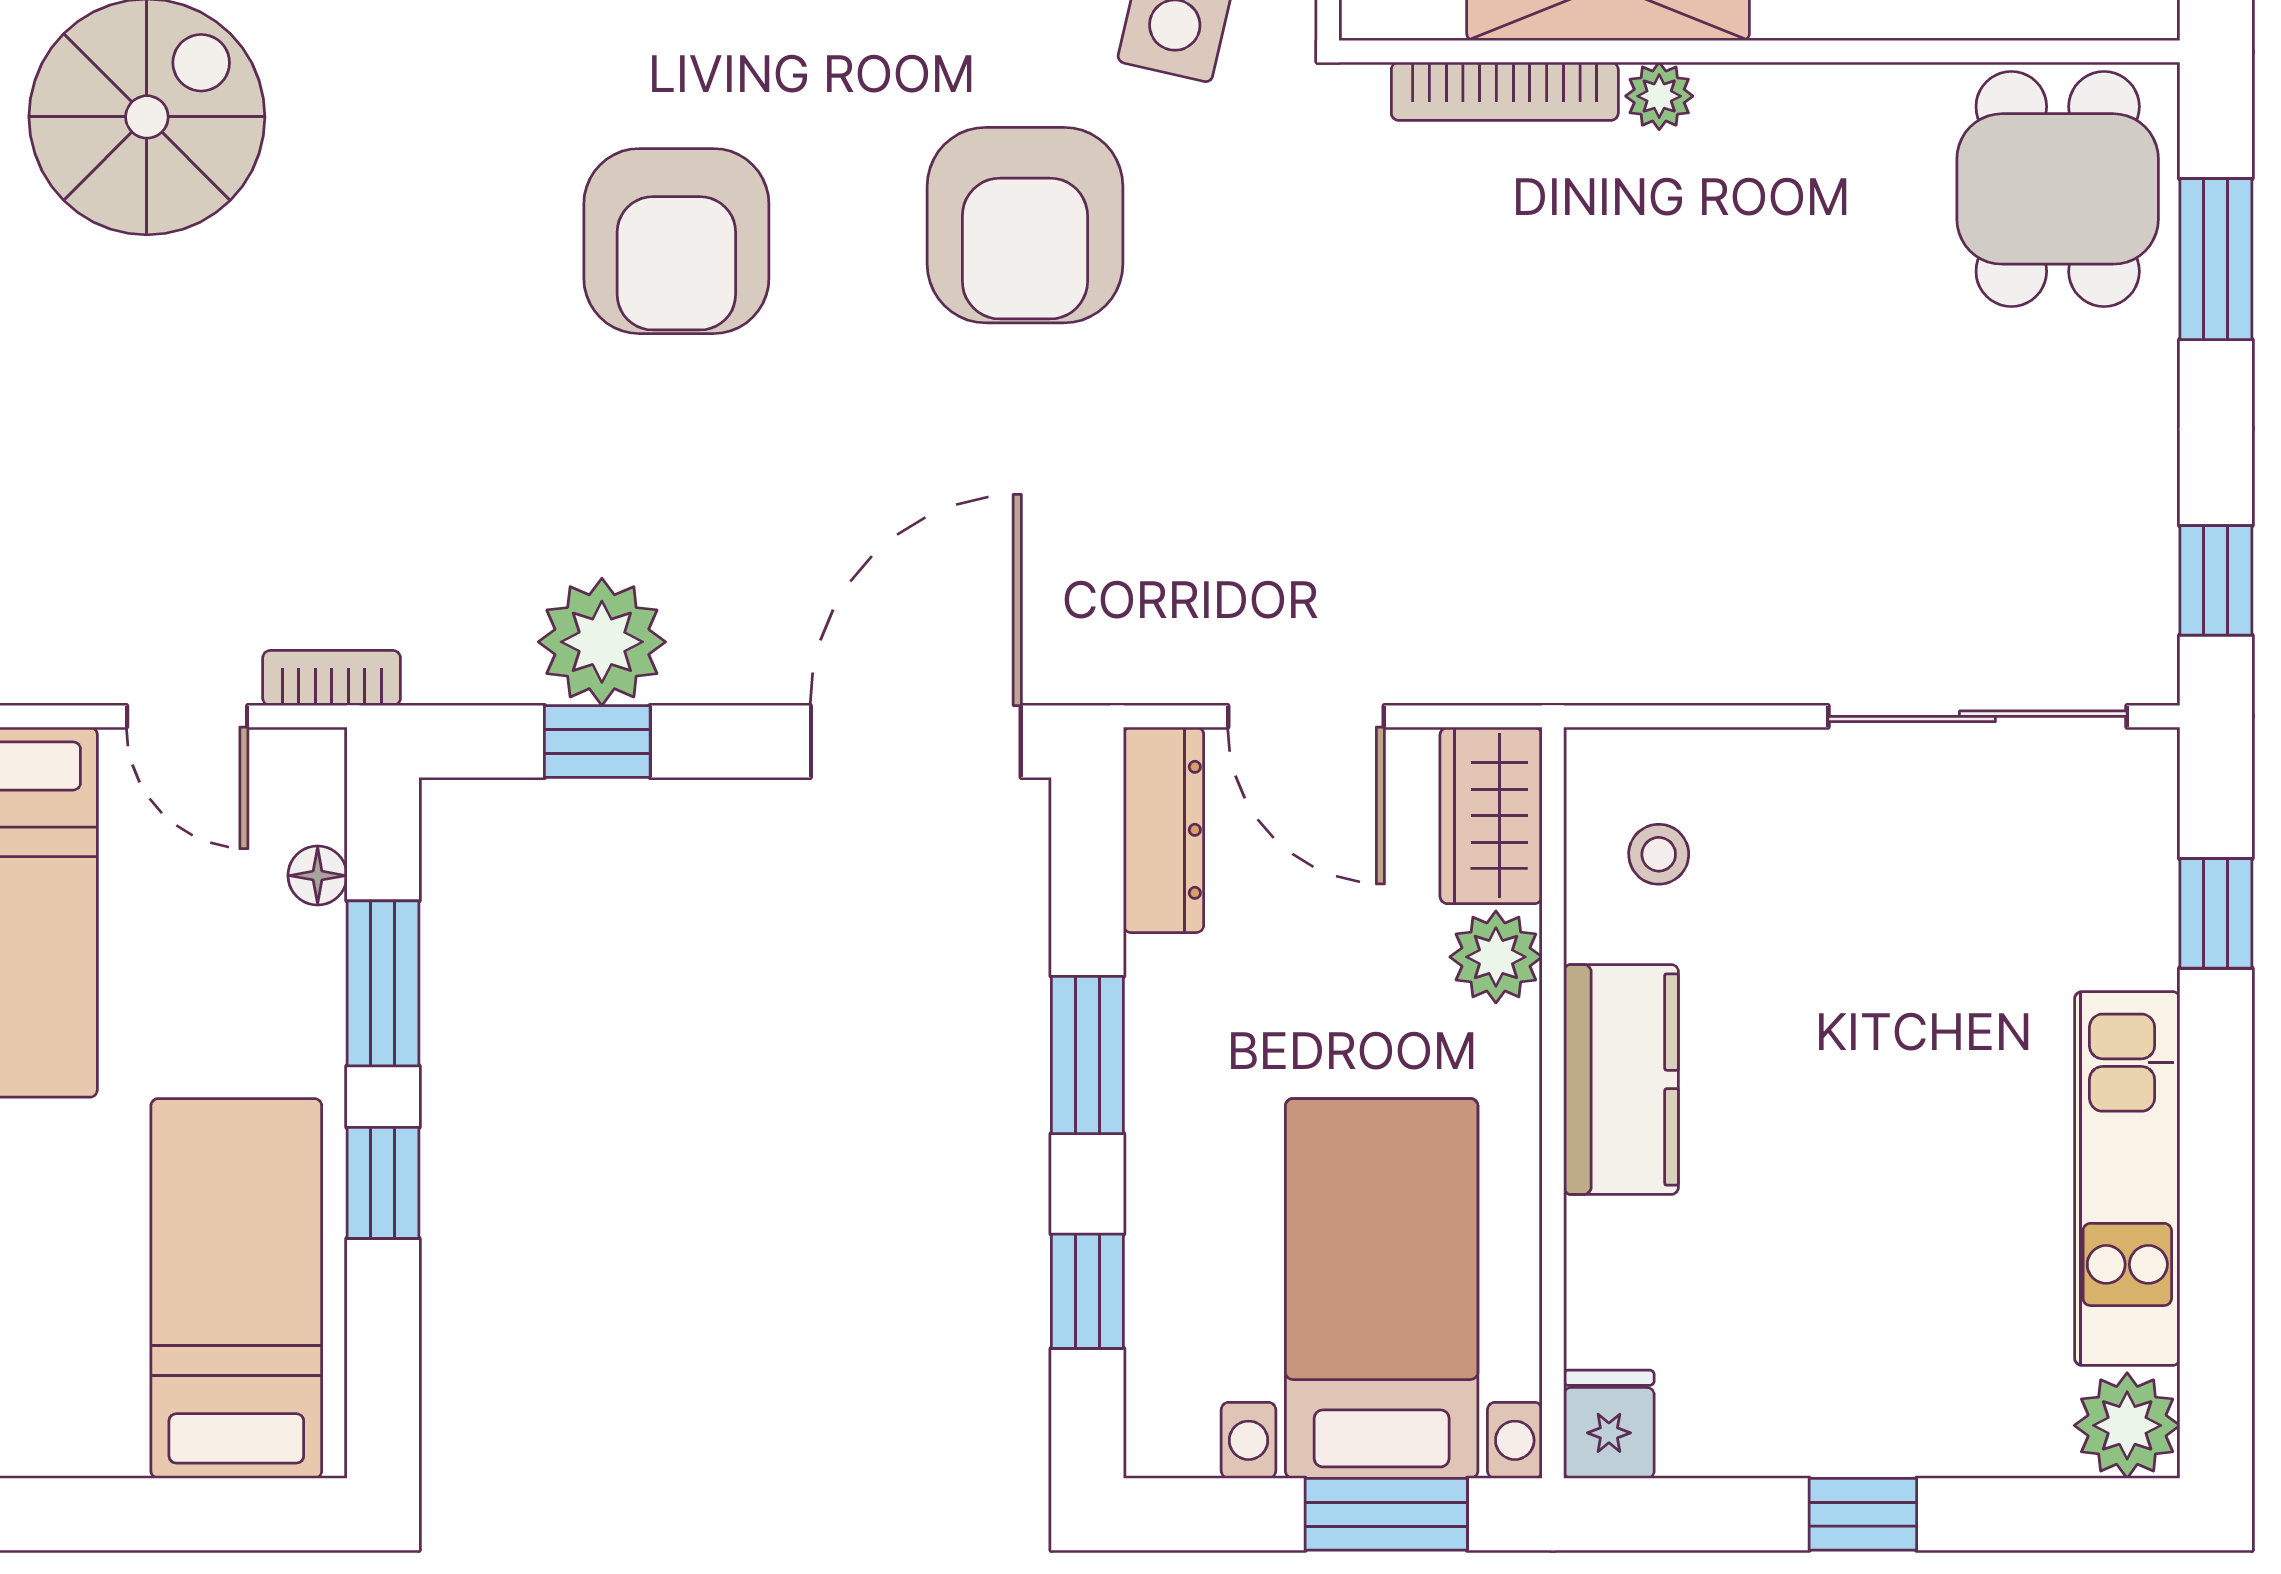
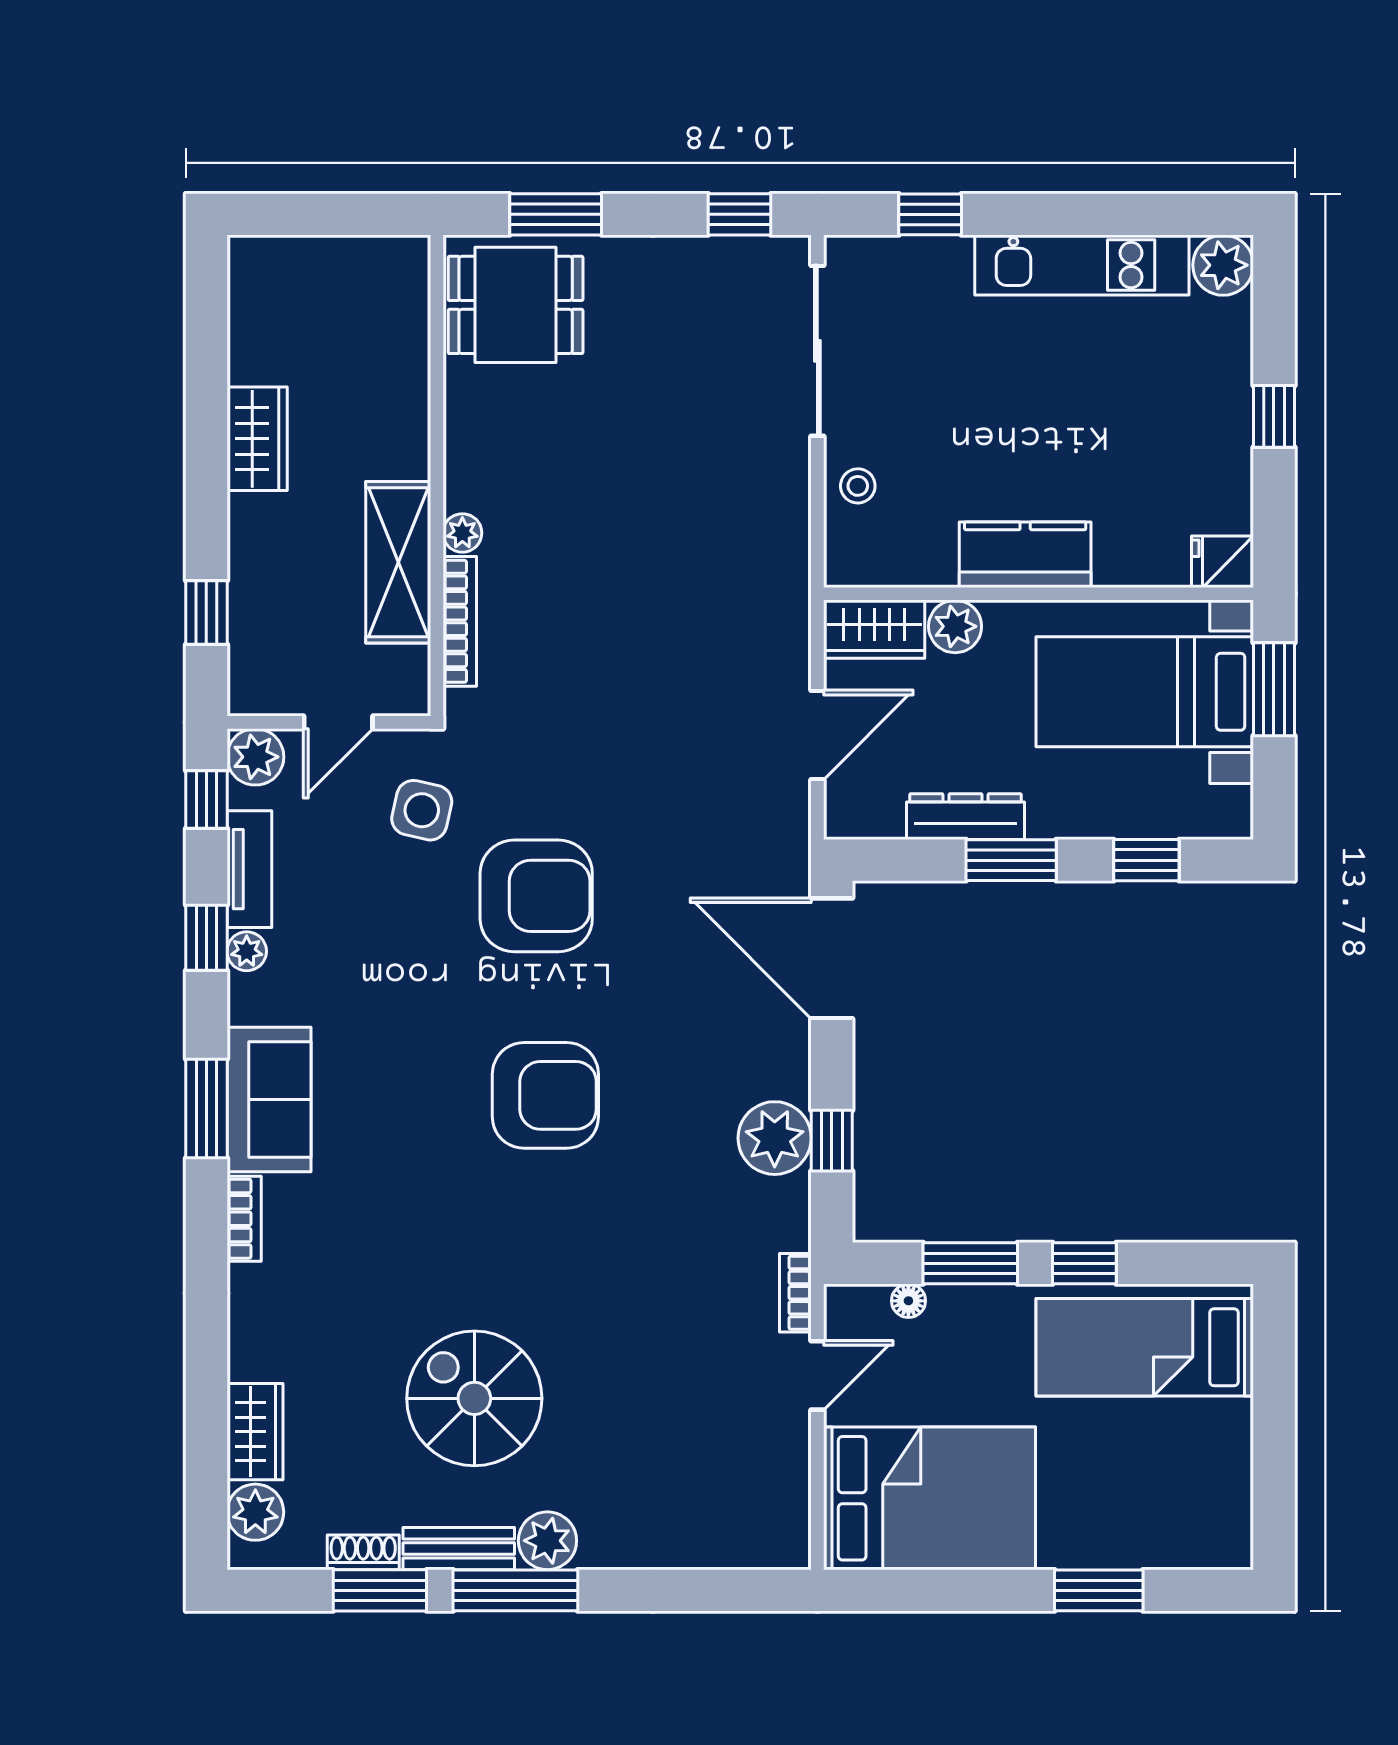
dresser: (1164, 830) -> (966, 817), moved
stool: (1659, 854) -> (858, 486), moved

